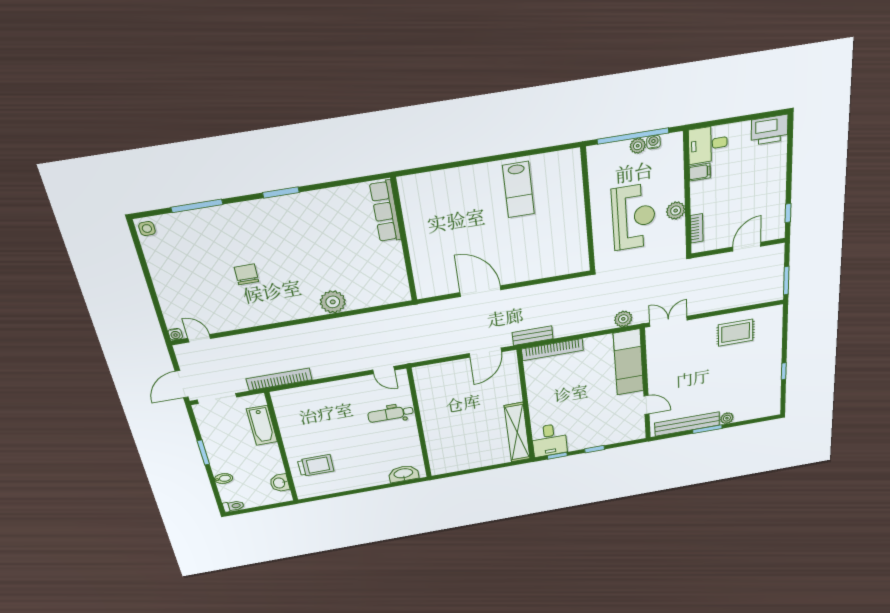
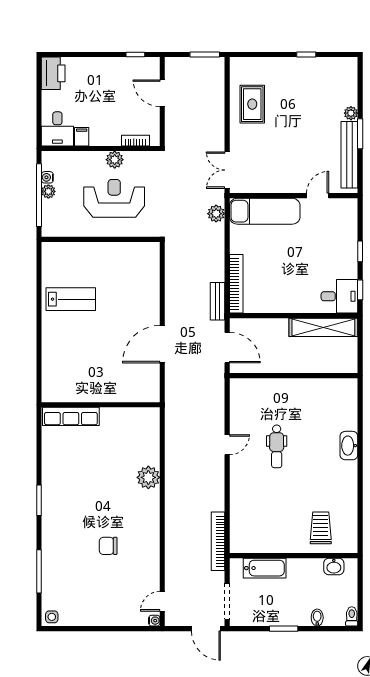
wall: (419, 424) -> (294, 376), moved

